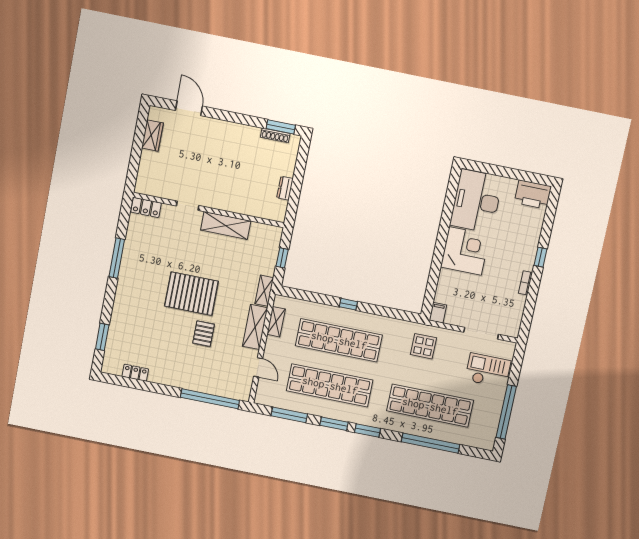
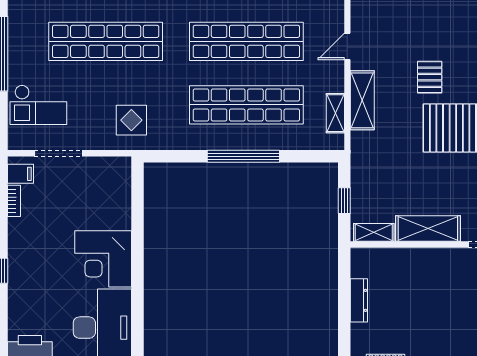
dresser: (285, 188) -> (359, 300), width x1.44
bookcase: (525, 283) -> (14, 201), moved
shelving: (264, 291) -> (374, 232), moved, turned 90
window: (348, 304) -> (243, 156), width x3.17
filing cabinet: (438, 313) -> (20, 174), moved, turned -90
door: (258, 367) -> (347, 46), hinge flipped

